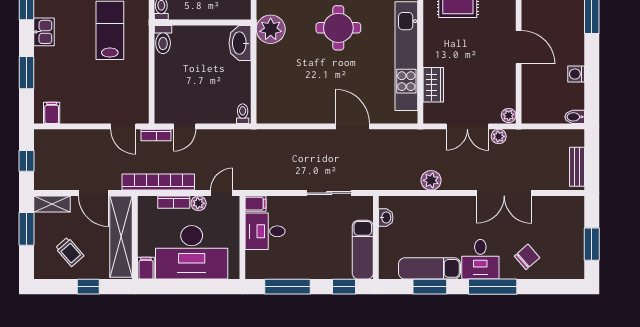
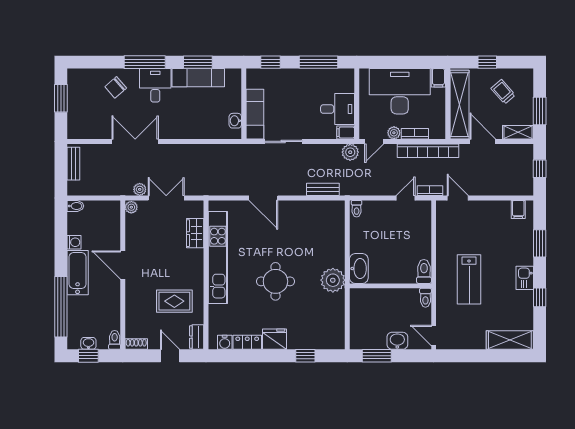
bathtub: (572, 38) -> (78, 273), added
bench: (282, 136) -> (323, 189), added
plant: (431, 180) -> (350, 152), moved
exam couch: (363, 250) -> (255, 114), moved

